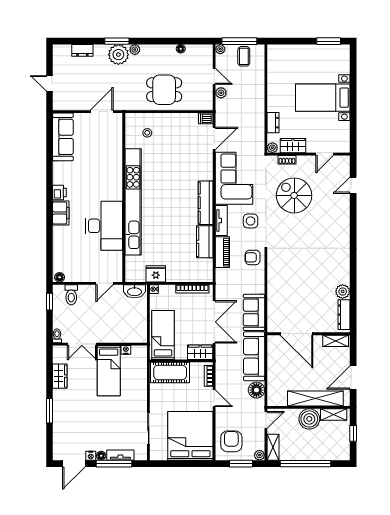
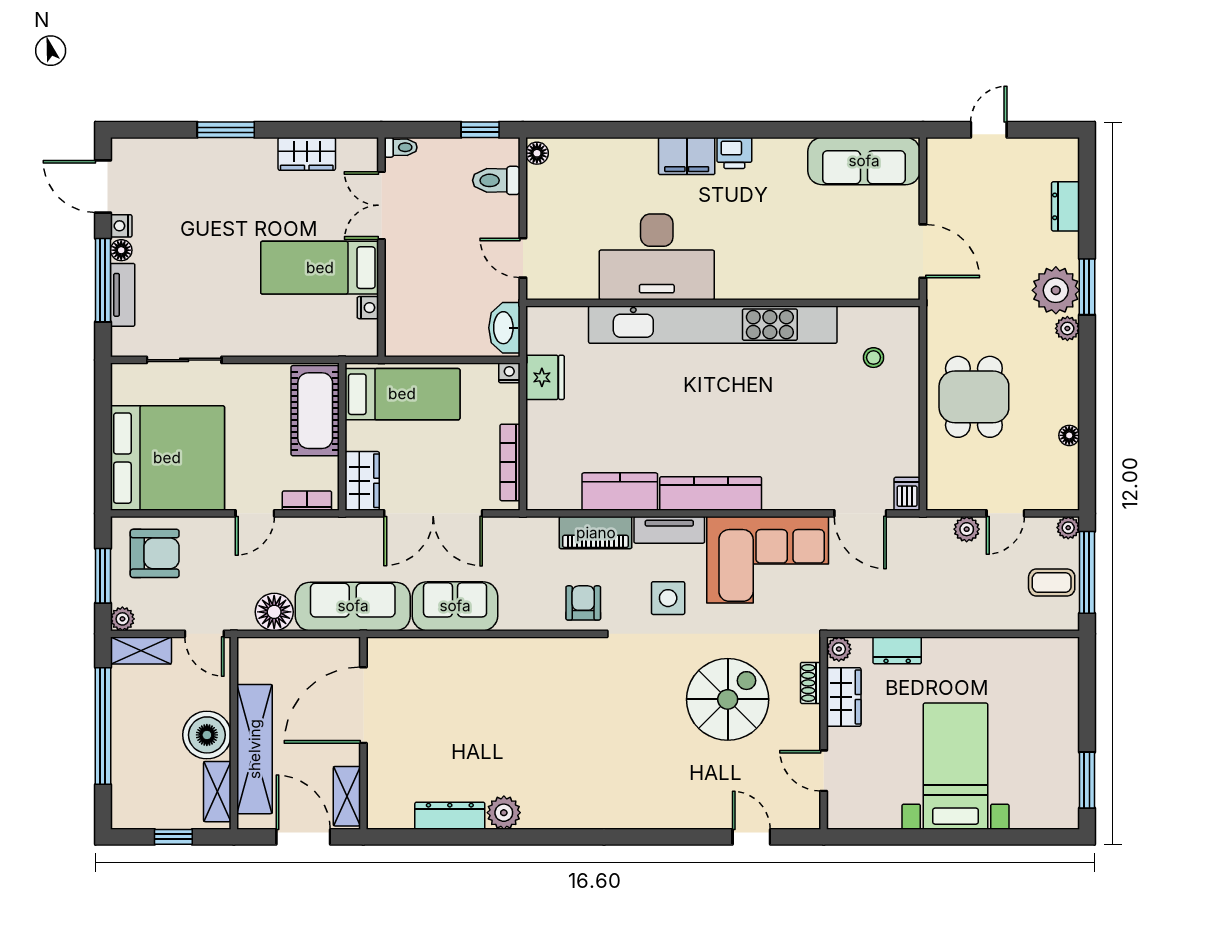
door: (297, 334) -> (363, 705), moved
wall: (308, 334) -> (363, 733), moved
shelving: (336, 341) -> (347, 796), moved

